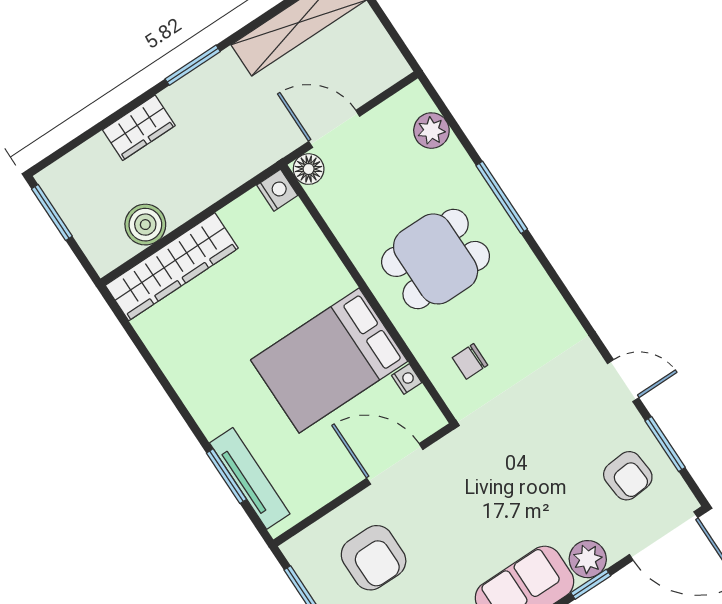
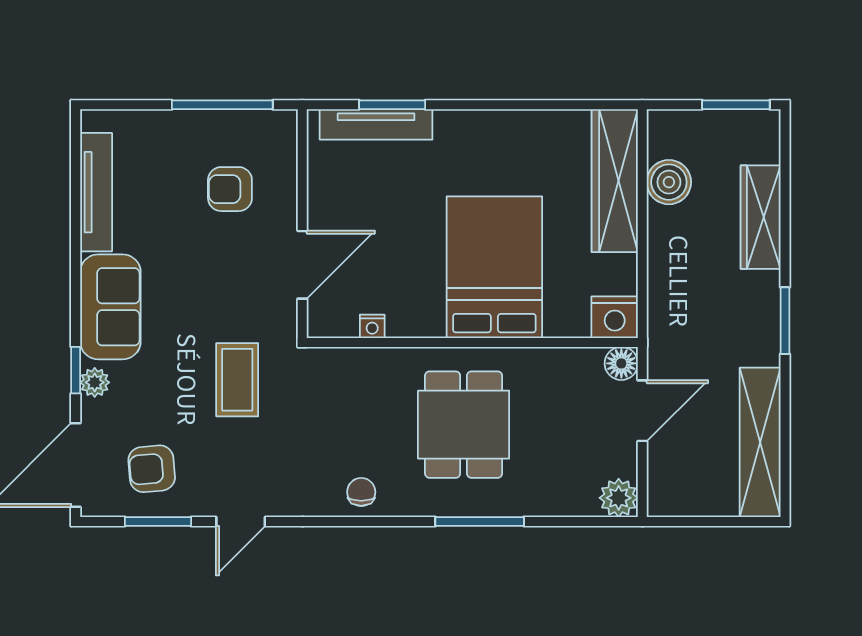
wardrobe: (139, 128) -> (761, 217), width x1.50
plant: (431, 131) -> (619, 498), moved
nightstand: (277, 190) -> (615, 317), width x1.36, depth x1.33
bed: (329, 361) -> (494, 267), moved
chair: (470, 361) -> (361, 492), moved
coffee table: (516, 455) -> (237, 380), added
armchair: (374, 558) -> (230, 189), width x0.72, depth x0.72
plant: (588, 559) -> (95, 382), width x0.73, depth x0.73

